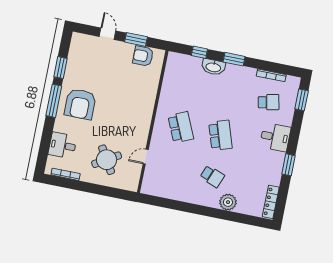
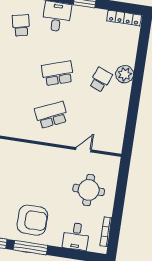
door: (146, 157) -> (84, 150), swing flipped
round table: (107, 160) -> (89, 190), turned 31
plant: (228, 202) -> (125, 74), moved

